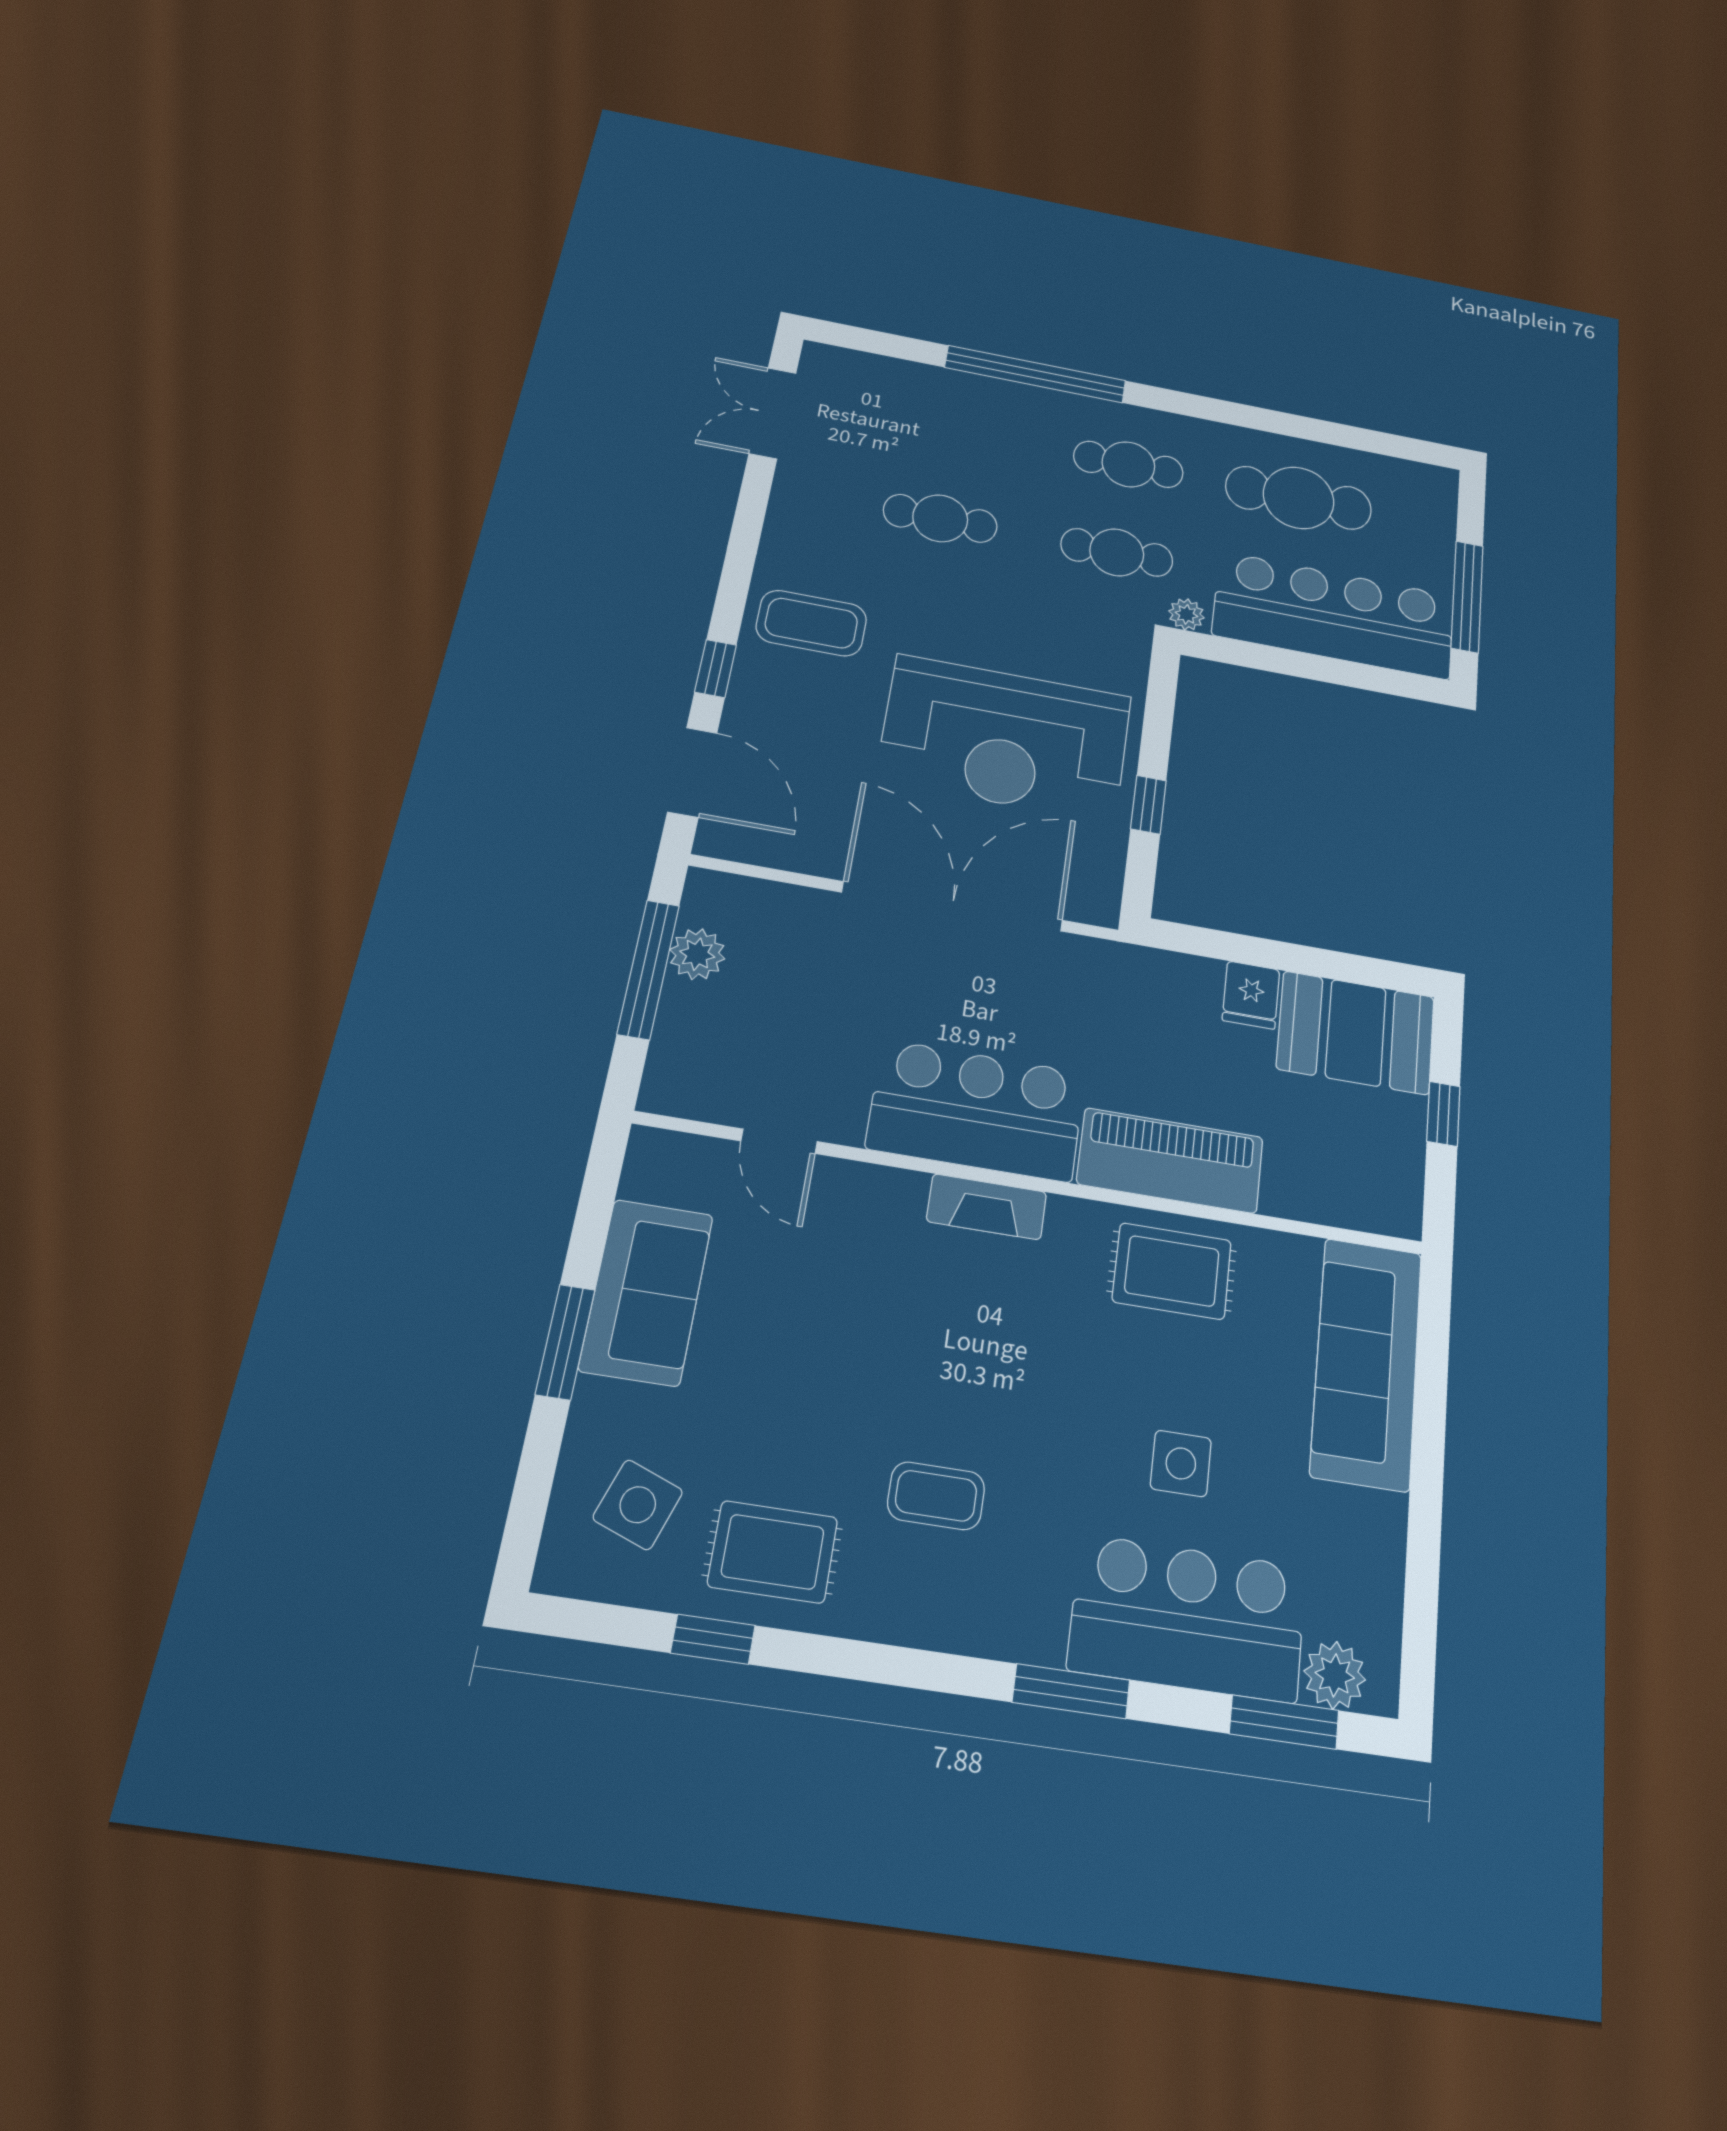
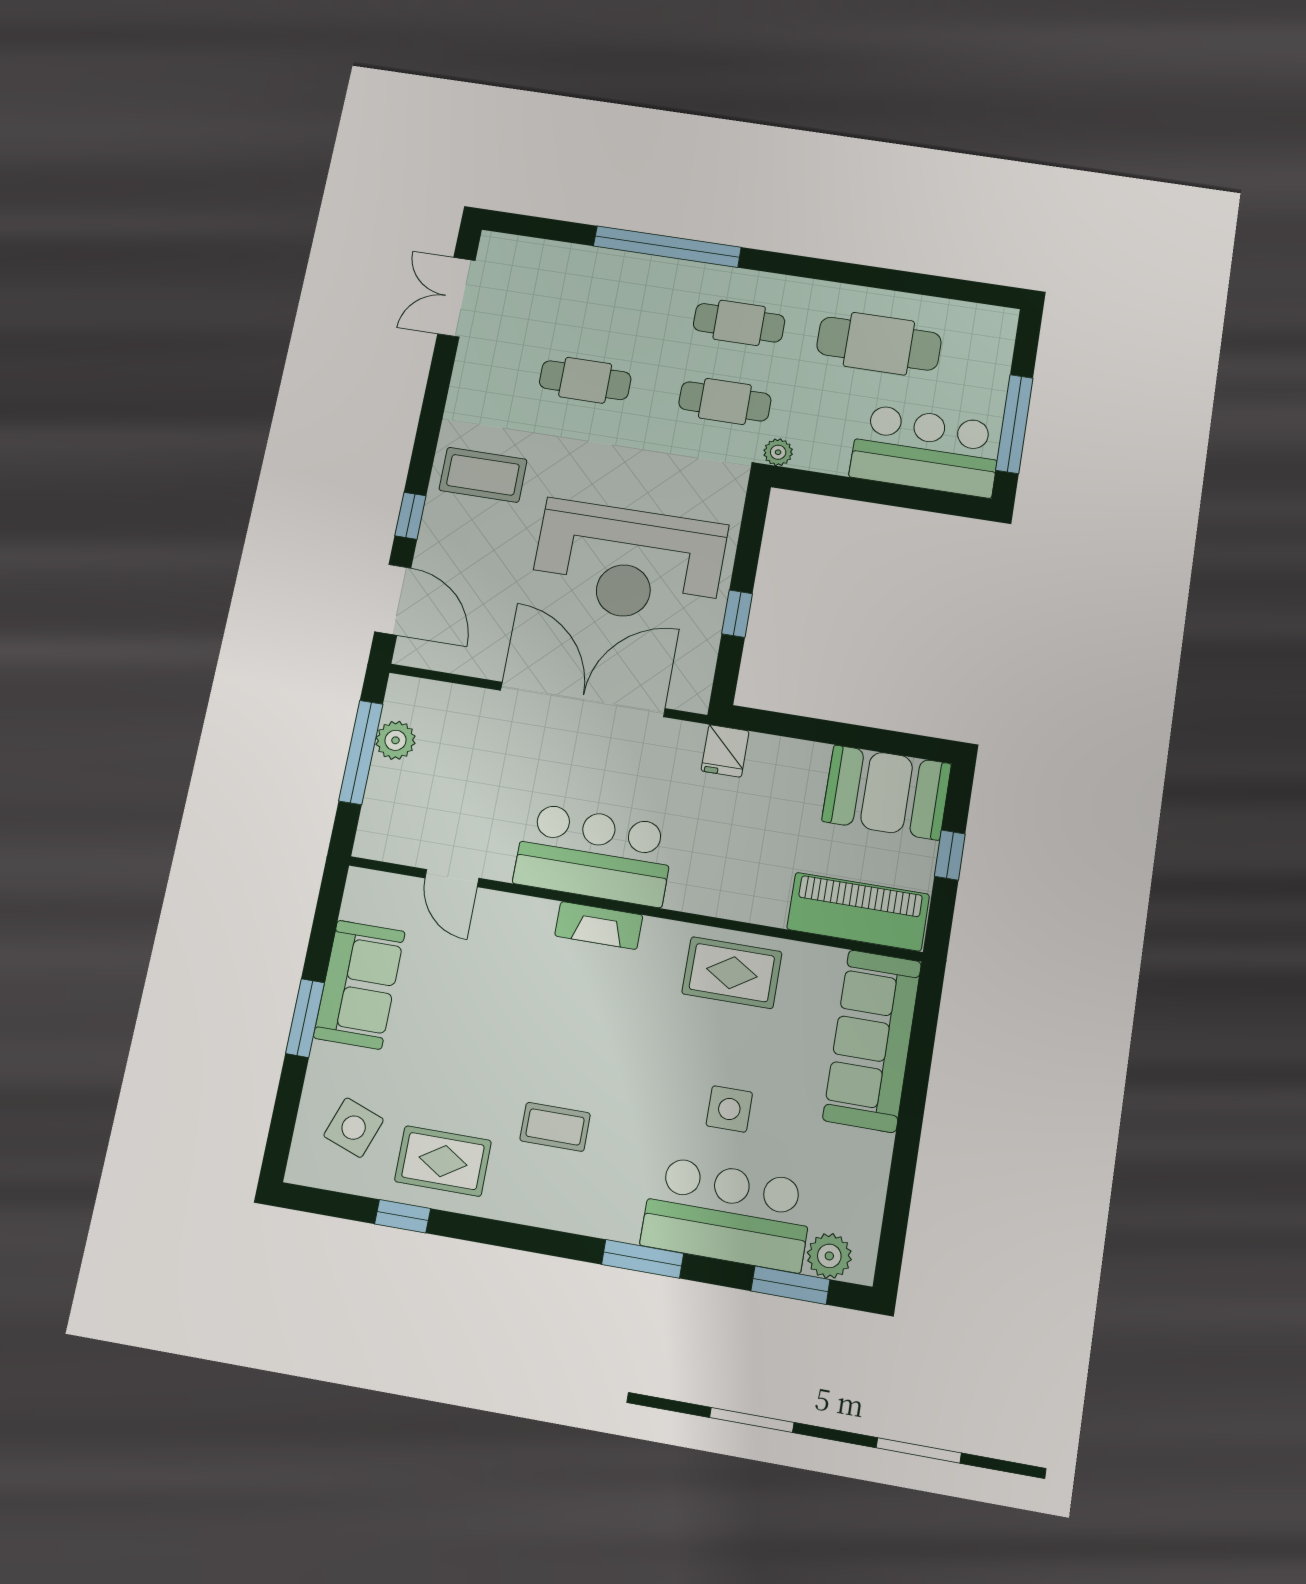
bar counter: (1334, 615) -> (926, 451), width x0.73
fridge: (1251, 995) -> (725, 751), moved
piano: (1170, 1161) -> (858, 912), moved

